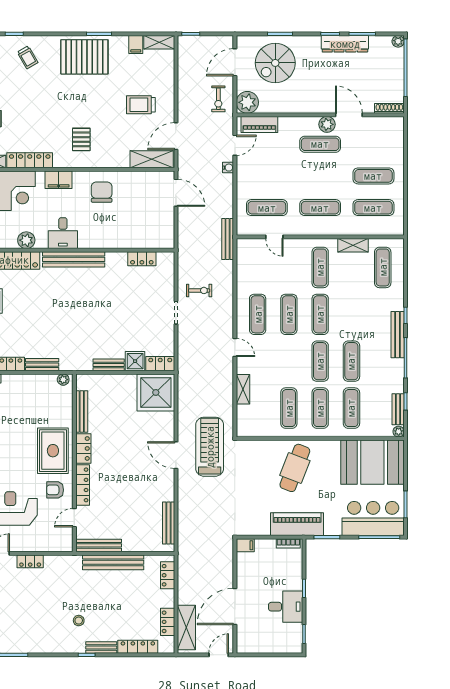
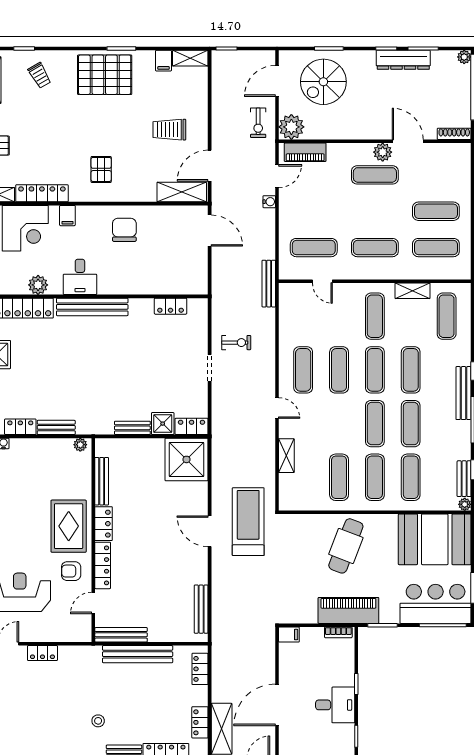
filing cabinet: (59, 180) -> (67, 216), width x0.50
exercise mat: (351, 314) -> (411, 370), added

